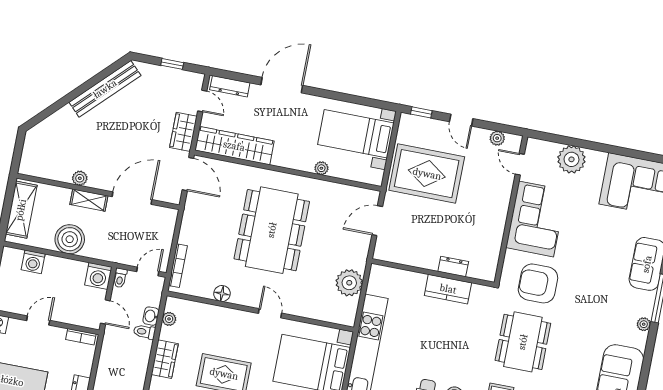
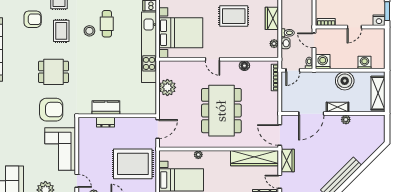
dresser: (453, 267) -> (105, 122), moved
wall: (433, 273) -> (117, 116), moved
kitchen counter: (448, 289) -> (106, 108), moved
dining table: (523, 342) -> (53, 72), width x0.73

